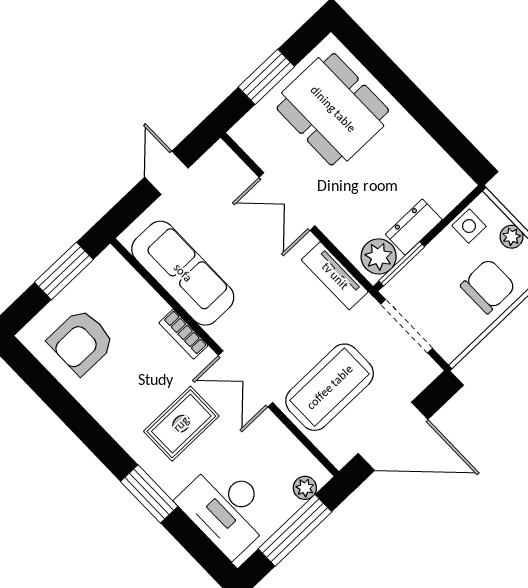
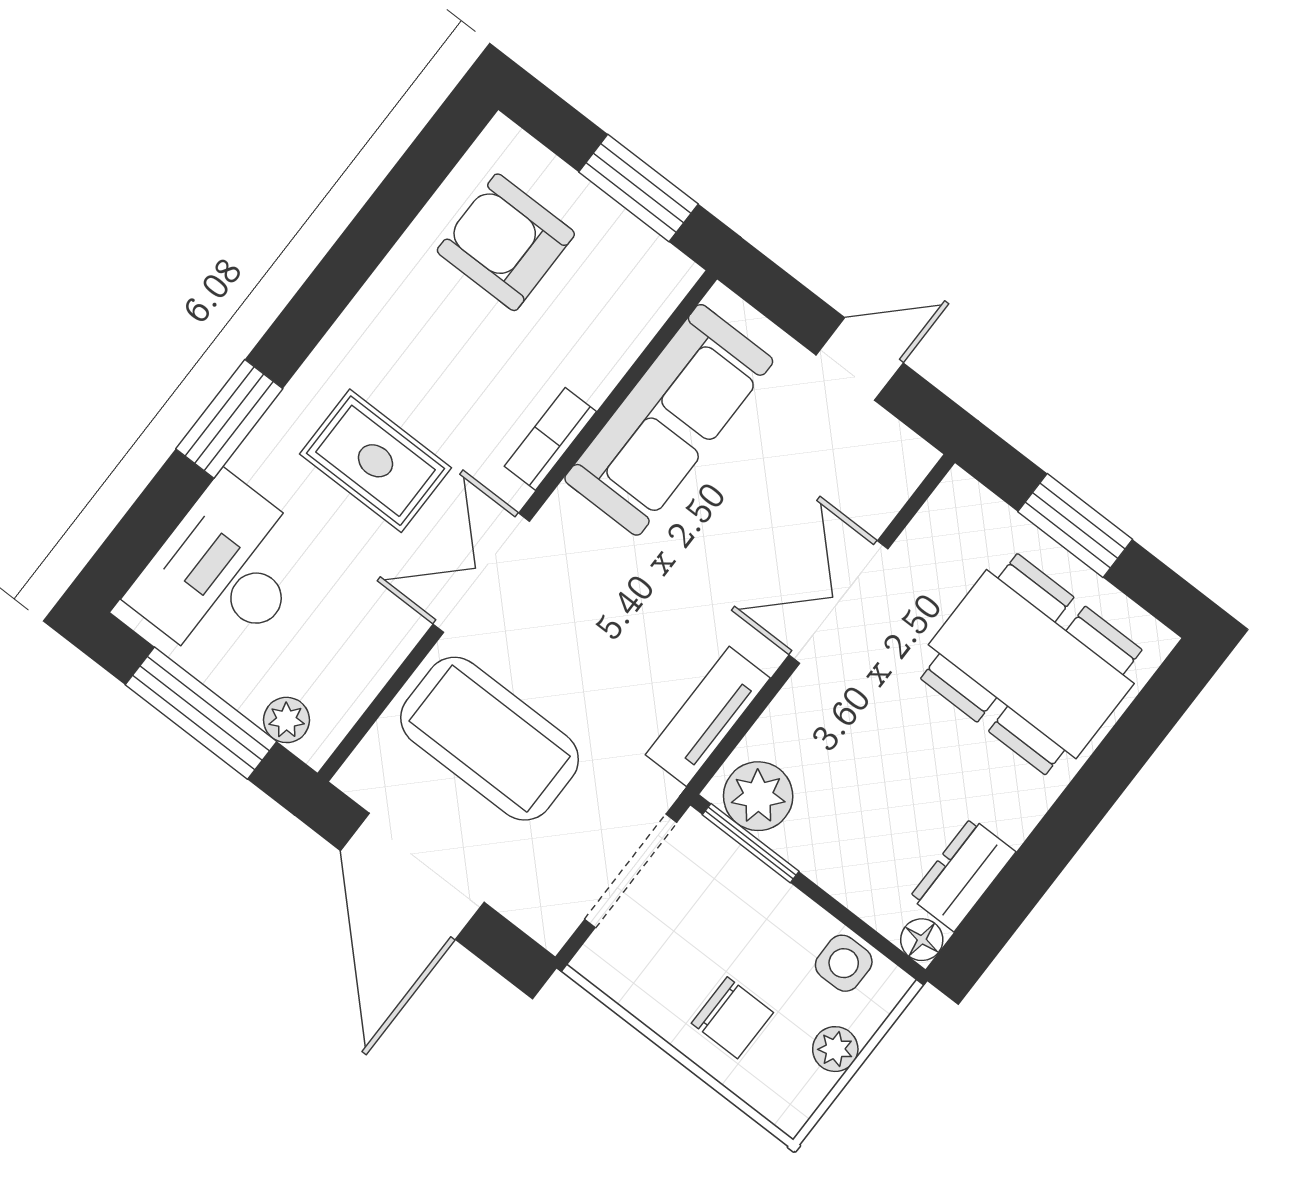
dining table: (333, 109) -> (1031, 664), turned 90
floor lamp: (463, 185) -> (922, 940), added
dresser: (414, 227) -> (963, 875), moved, turned -90
chair: (488, 286) -> (732, 1018), width x0.73, depth x0.73

